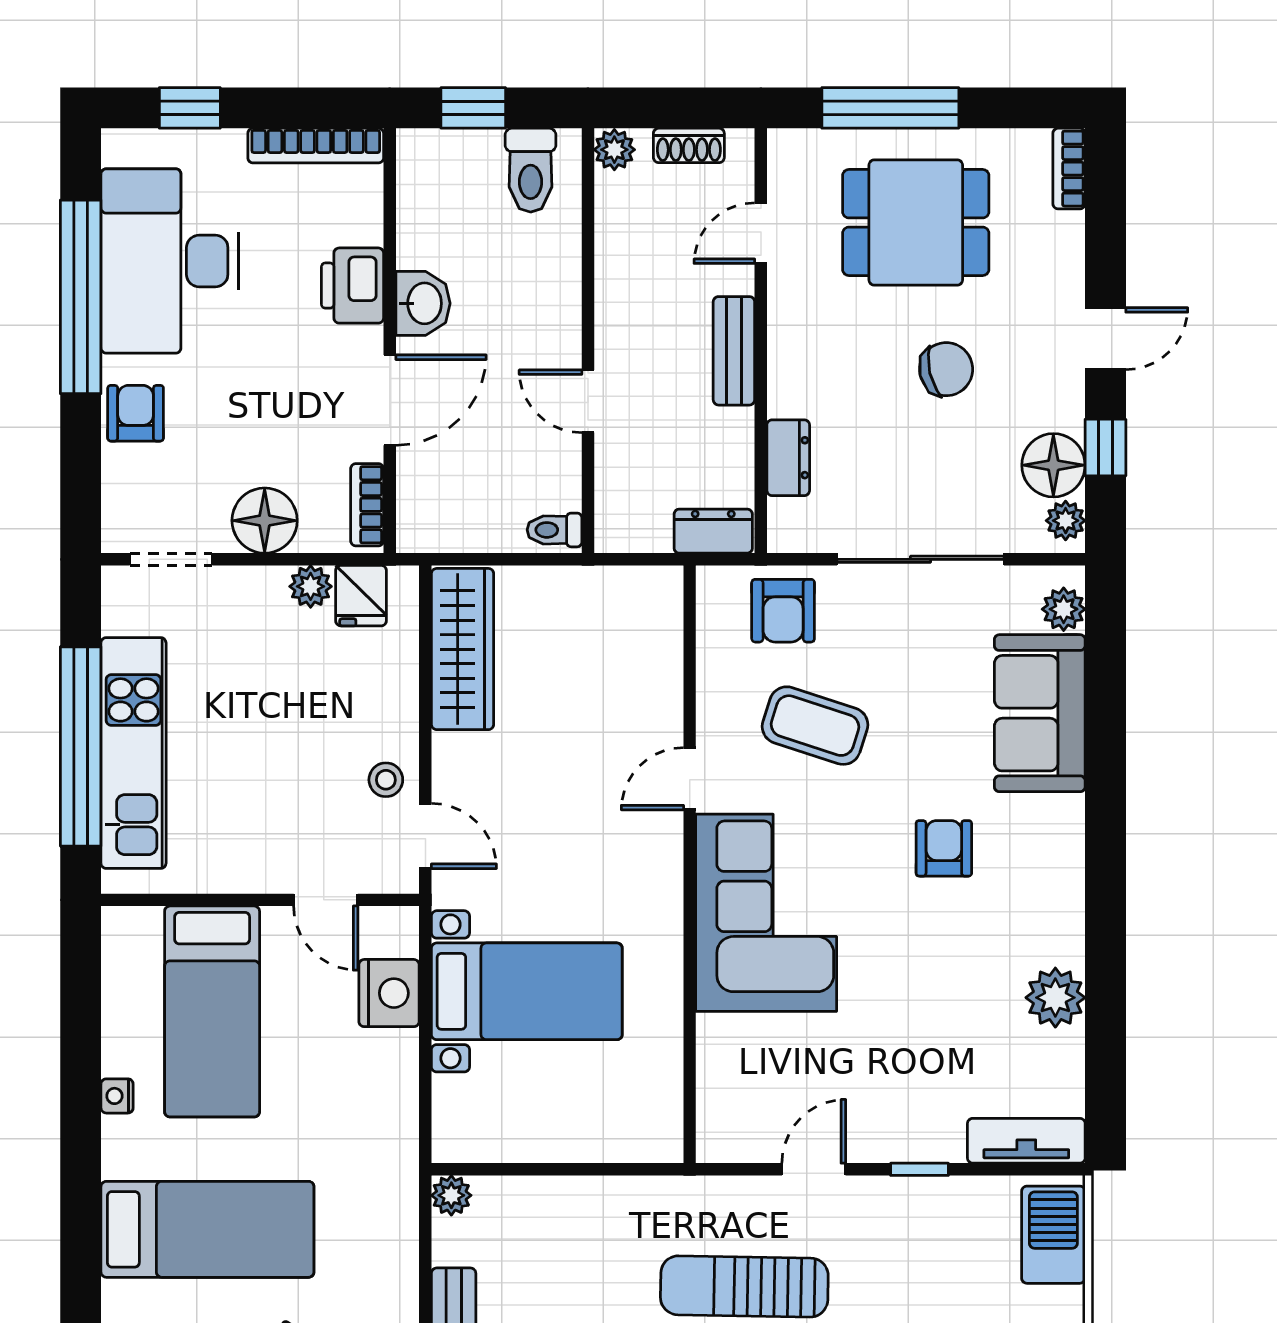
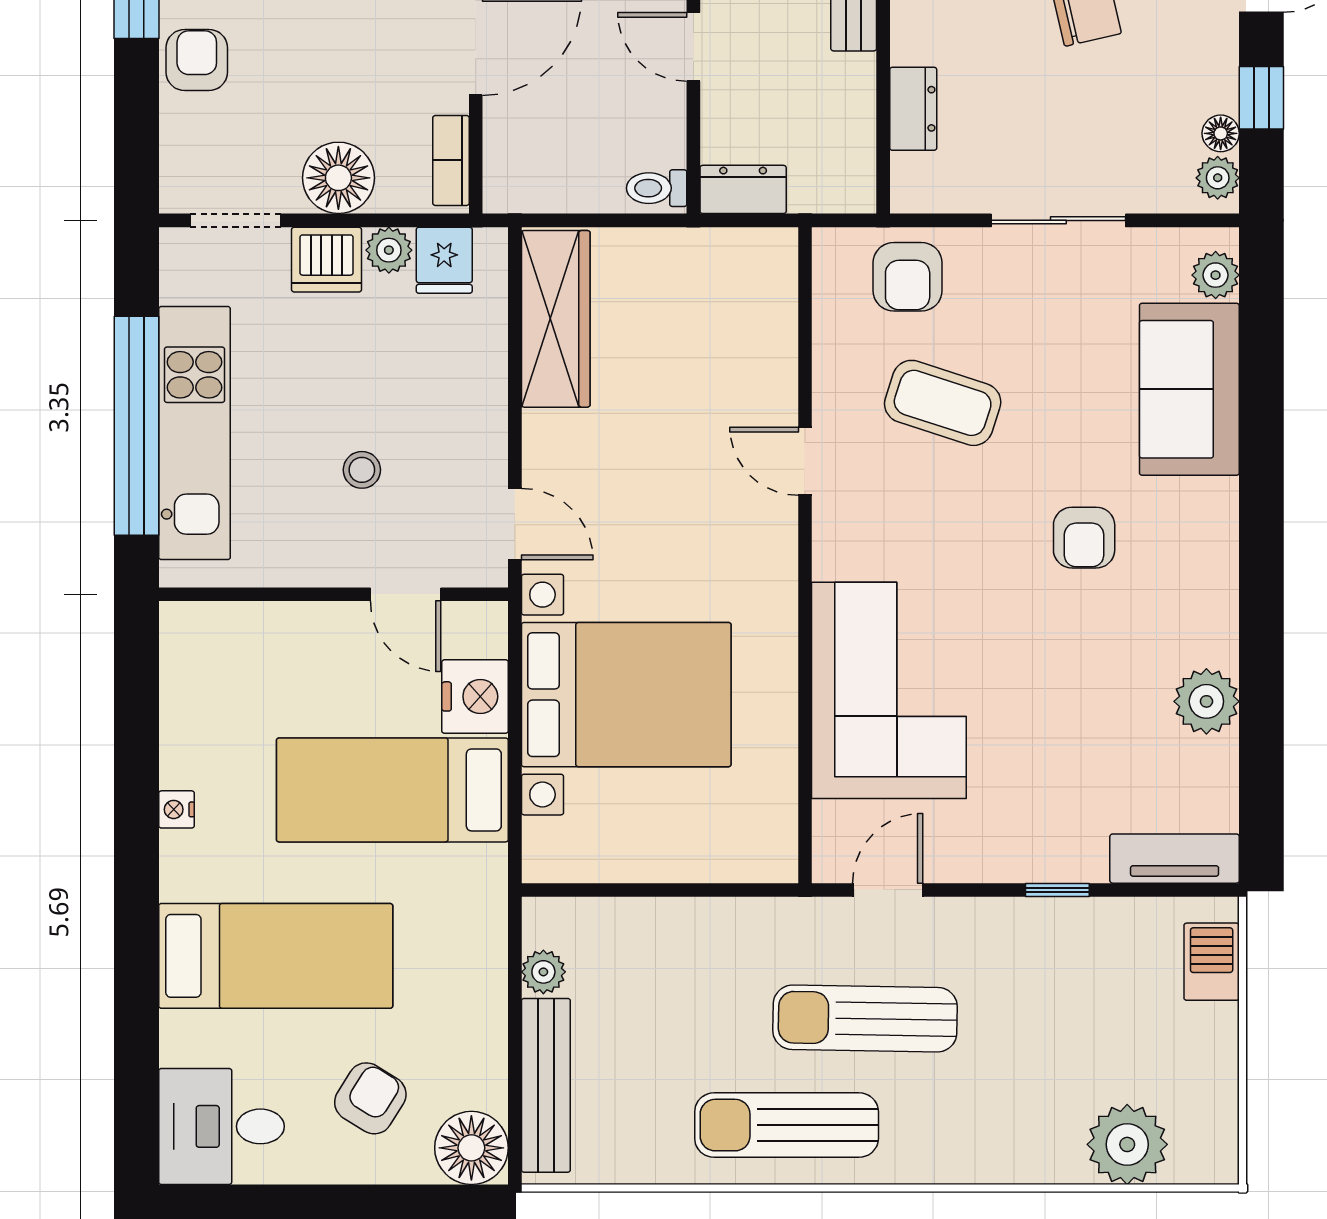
floor lamp: (1053, 465) -> (1221, 133), width x0.53, depth x0.53
dresser: (713, 531) -> (743, 189), moved
sliding door: (920, 559) -> (1058, 220), width x0.73
dishwasher: (254, 595) -> (326, 260), added
door: (690, 779) -> (805, 461), hinge flipped
stool: (386, 780) -> (362, 470), moved
armchair: (944, 848) -> (1084, 538), turned 180
corner sofa: (766, 913) -> (889, 690), moved
bed with nightstands: (527, 991) -> (626, 695), width x1.36
bed: (212, 1011) -> (392, 790), moved, turned 90
door: (814, 1169) -> (888, 890), moved
plant: (451, 1195) -> (543, 972), moved
barbecue: (1053, 1235) -> (1212, 962), width x0.73, depth x0.79

